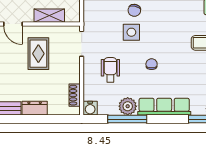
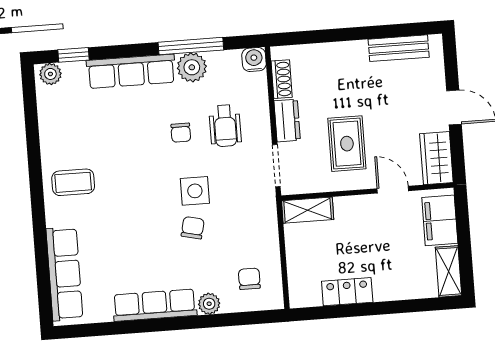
shelving: (49, 16) -> (308, 210), moved
chair: (152, 64) -> (181, 133), moved
dresser: (35, 108) -> (287, 121), moved, turned -90

